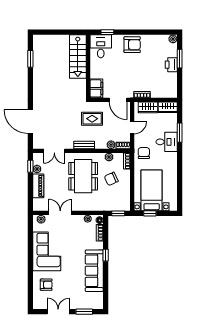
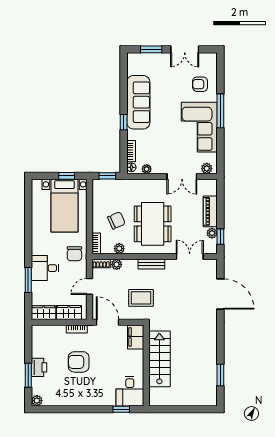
armchair: (132, 45) -> (79, 362), moved
stairs: (78, 57) -> (159, 359), moved
window: (30, 264) -> (220, 111), added

